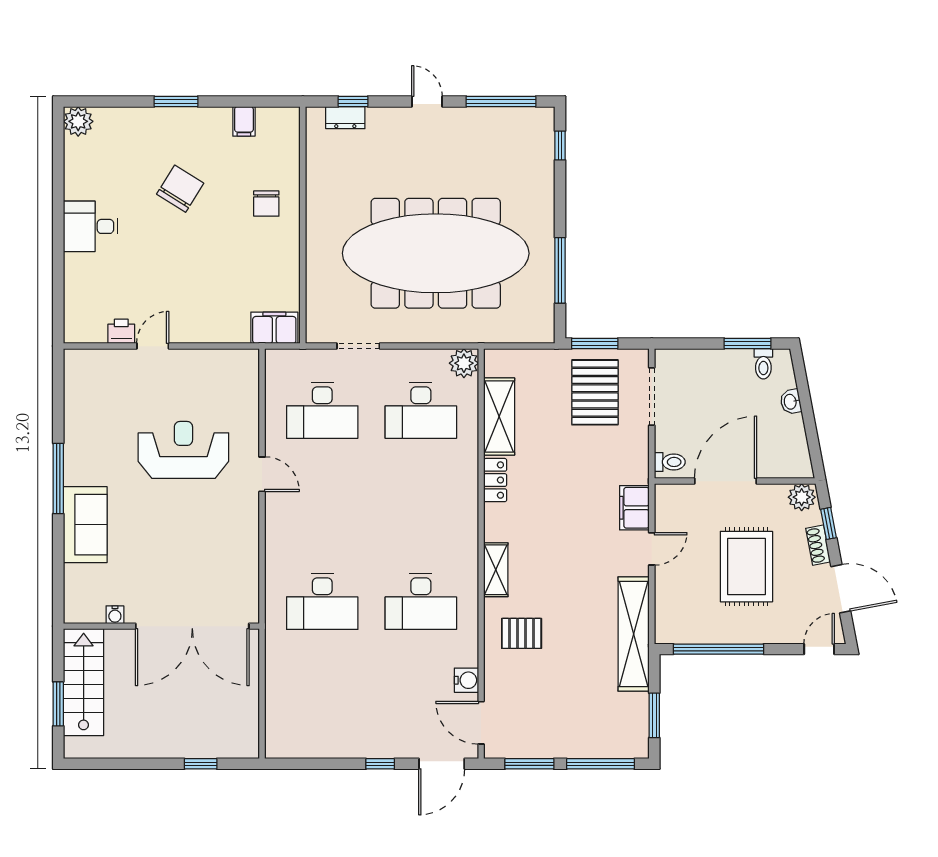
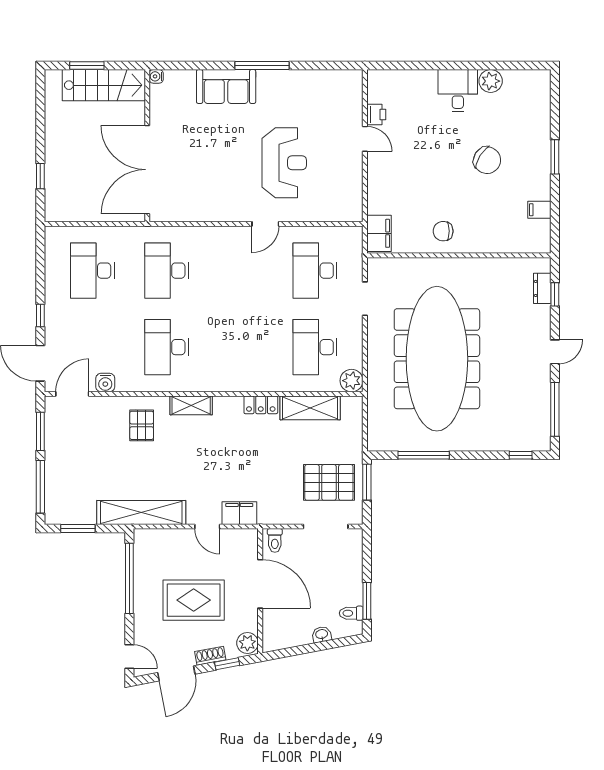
plant: (78, 121) -> (491, 81), moved
chair: (266, 204) -> (443, 231), moved
water cooler: (115, 615) -> (156, 76), moved
desk: (322, 697) -> (92, 271), added

